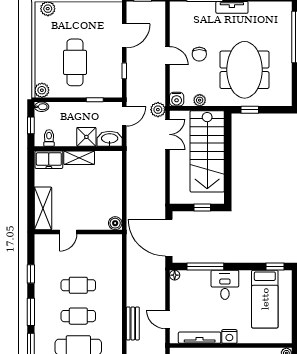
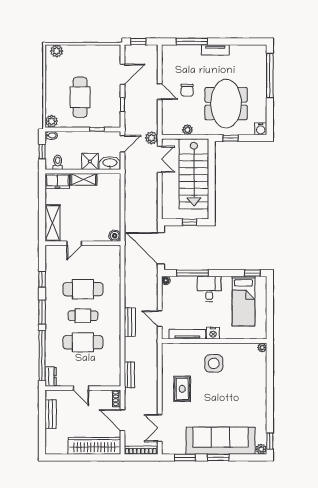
water cooler: (177, 99) -> (261, 129), moved
cafe table: (78, 285) -> (83, 289), width x1.37, depth x1.35

